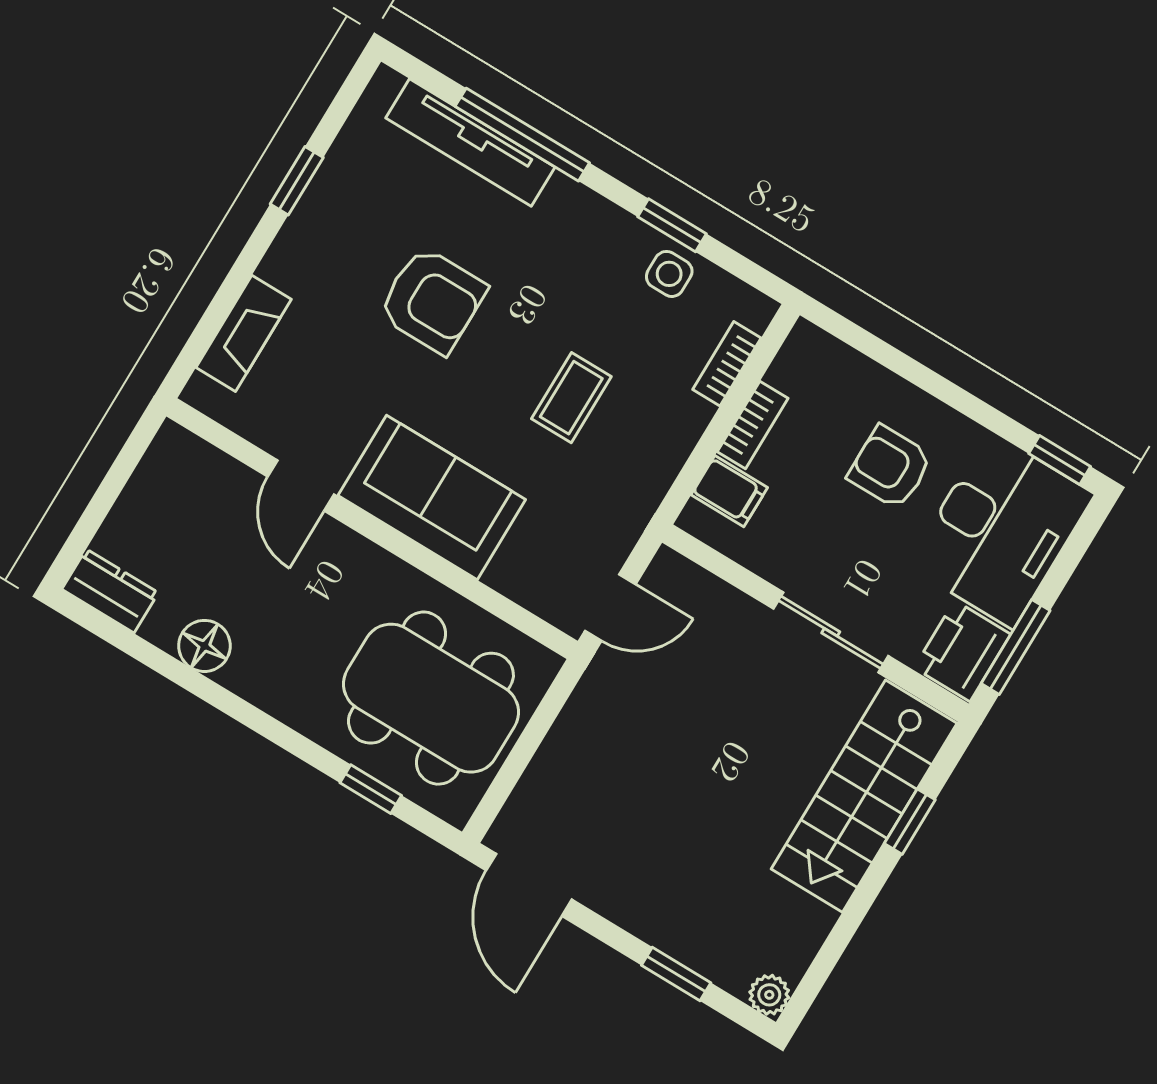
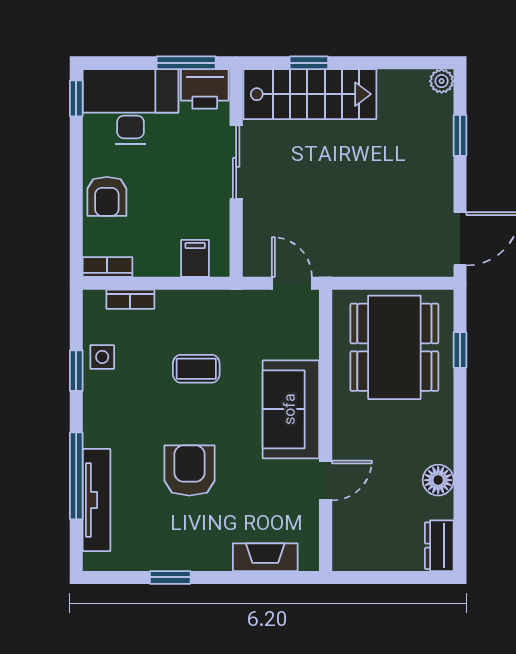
bookcase: (753, 425) -> (107, 267), moved
armchair: (890, 467) -> (107, 196), moved

